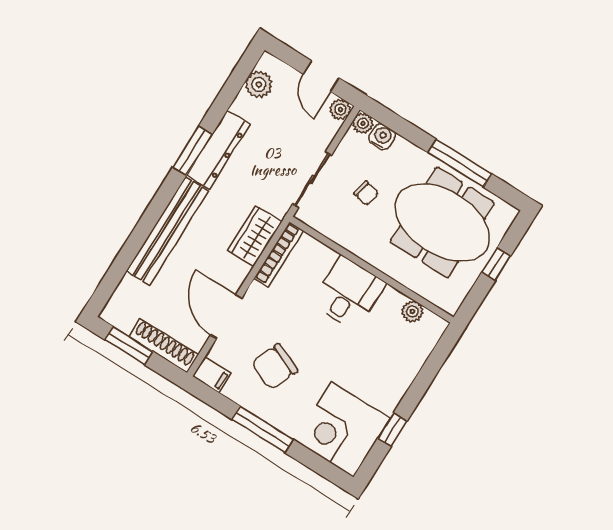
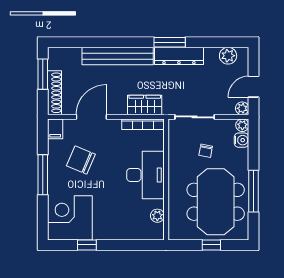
desk: (348, 293) -> (145, 175), width x1.37

